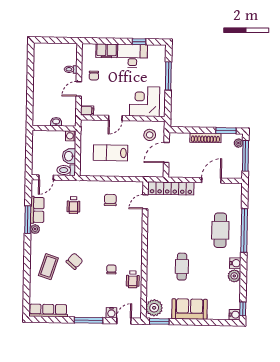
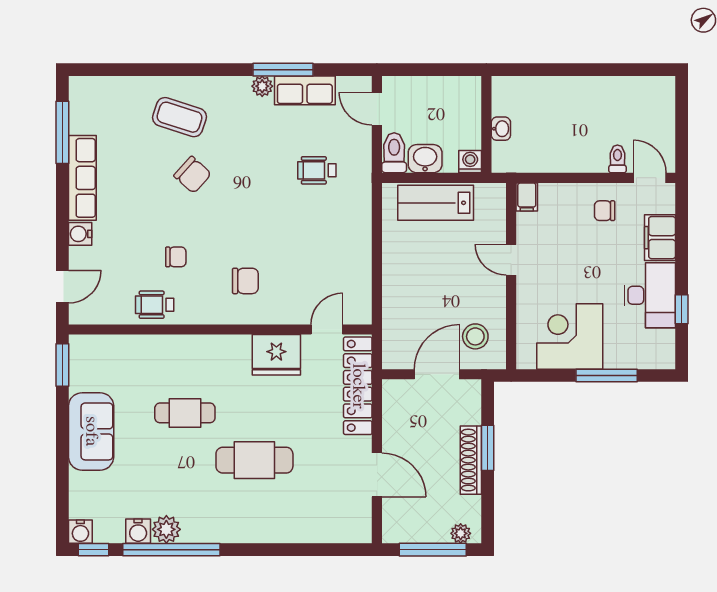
door: (79, 89) -> (650, 178), moved
corner desk: (145, 102) -> (570, 336), moved, turned -90
window: (226, 131) -> (488, 448), moved
lab bench: (110, 153) -> (436, 203), moved, turned -90
door: (166, 153) -> (437, 374), hinge flipped
chair: (110, 200) -> (245, 281), moved
door: (145, 202) -> (327, 330), hinge flipped
fridge: (156, 225) -> (276, 355), added
cafe table: (220, 230) -> (254, 460), moved
window: (244, 230) -> (171, 550), moved
water cooler: (235, 263) -> (138, 531), moved
plant: (154, 308) -> (93, 353), removed
row of seats: (48, 310) -> (82, 178), moved
water cooler: (111, 313) -> (80, 234), moved
window: (88, 320) -> (62, 132), moved
door: (124, 321) -> (62, 287), hinge flipped

